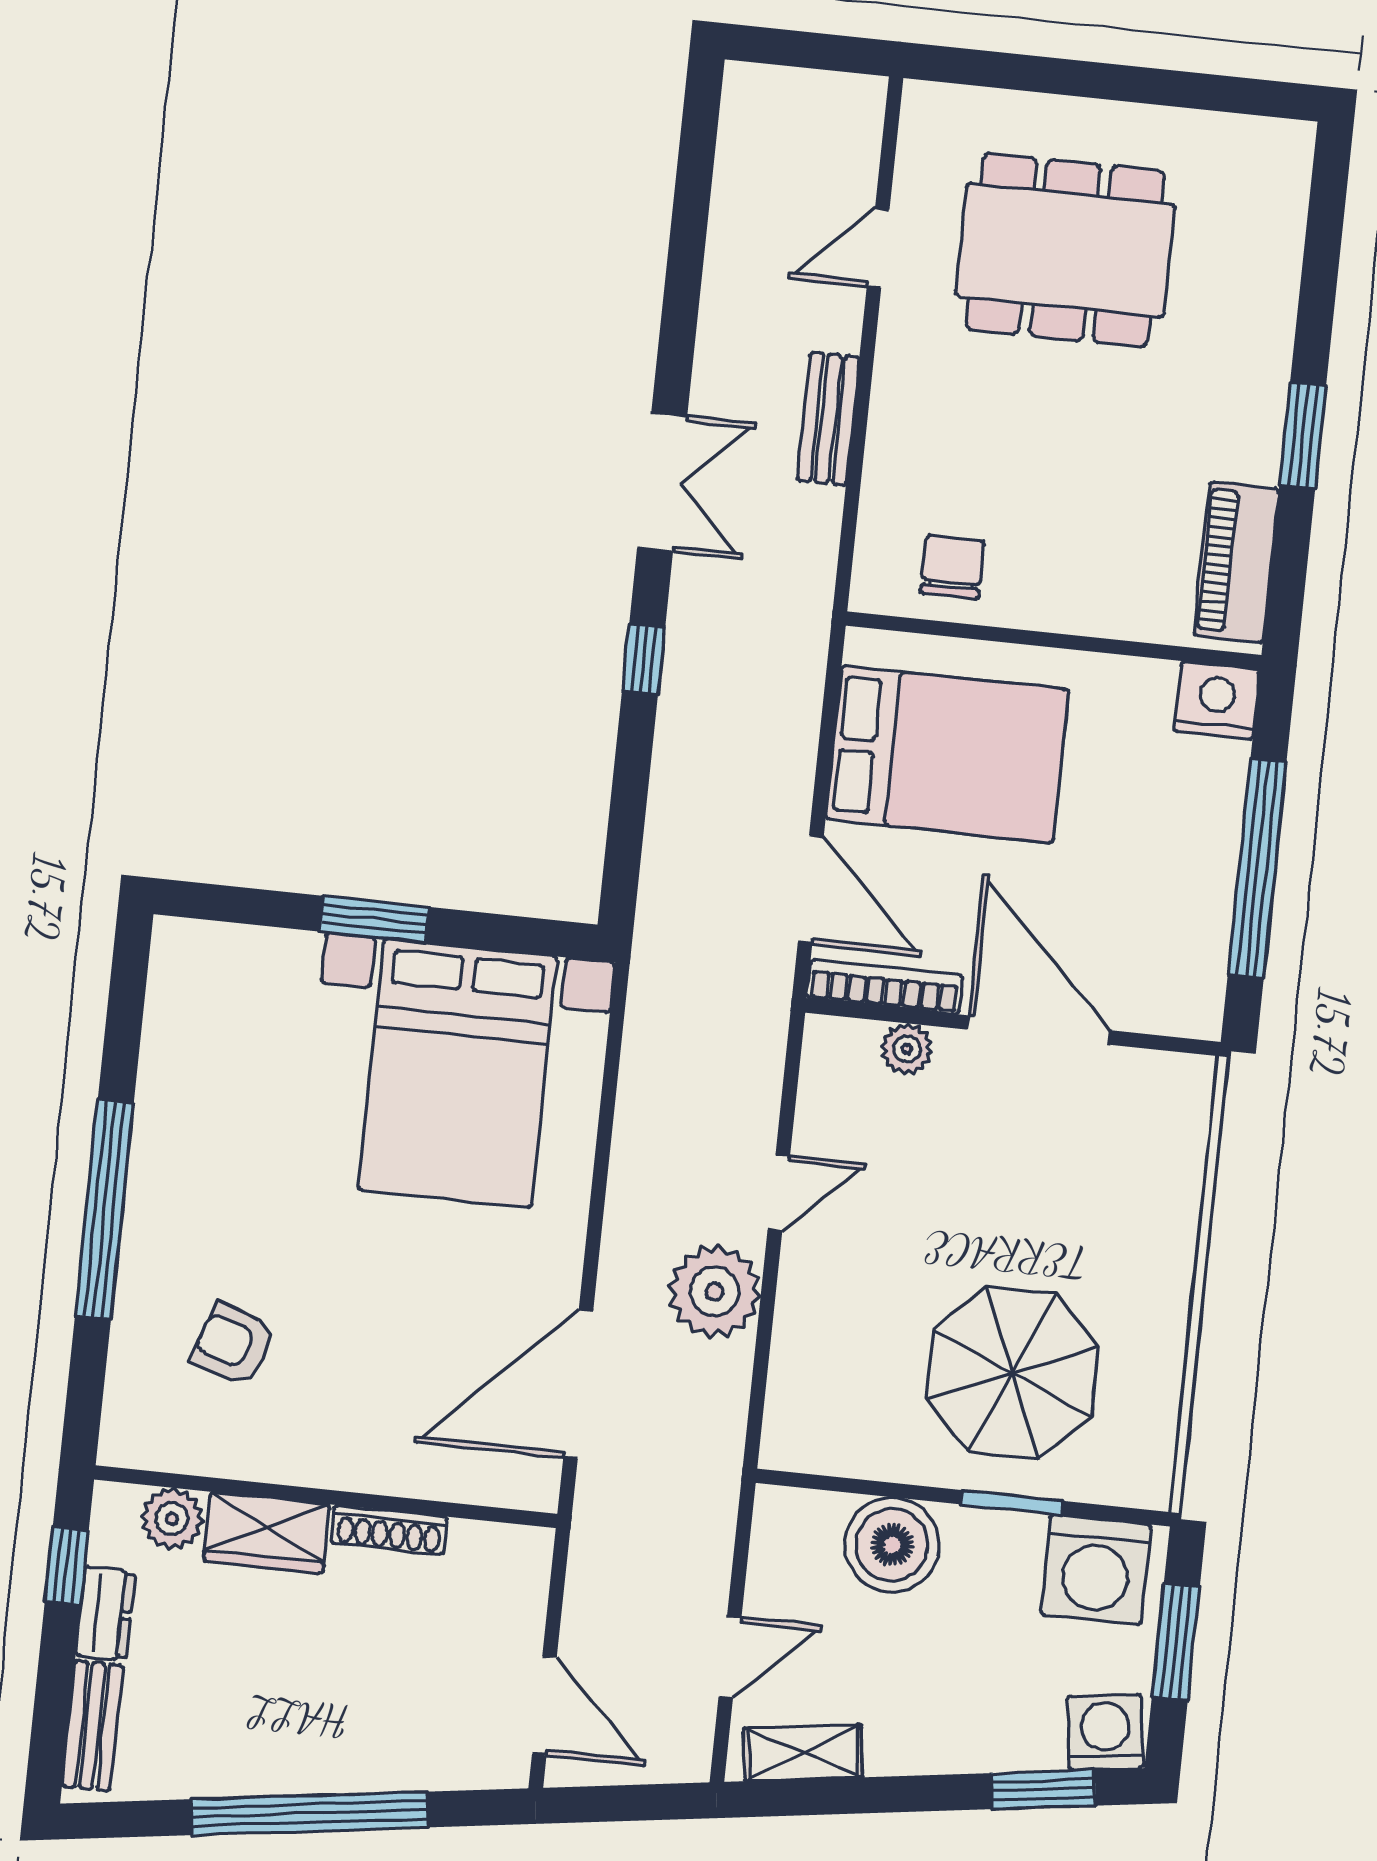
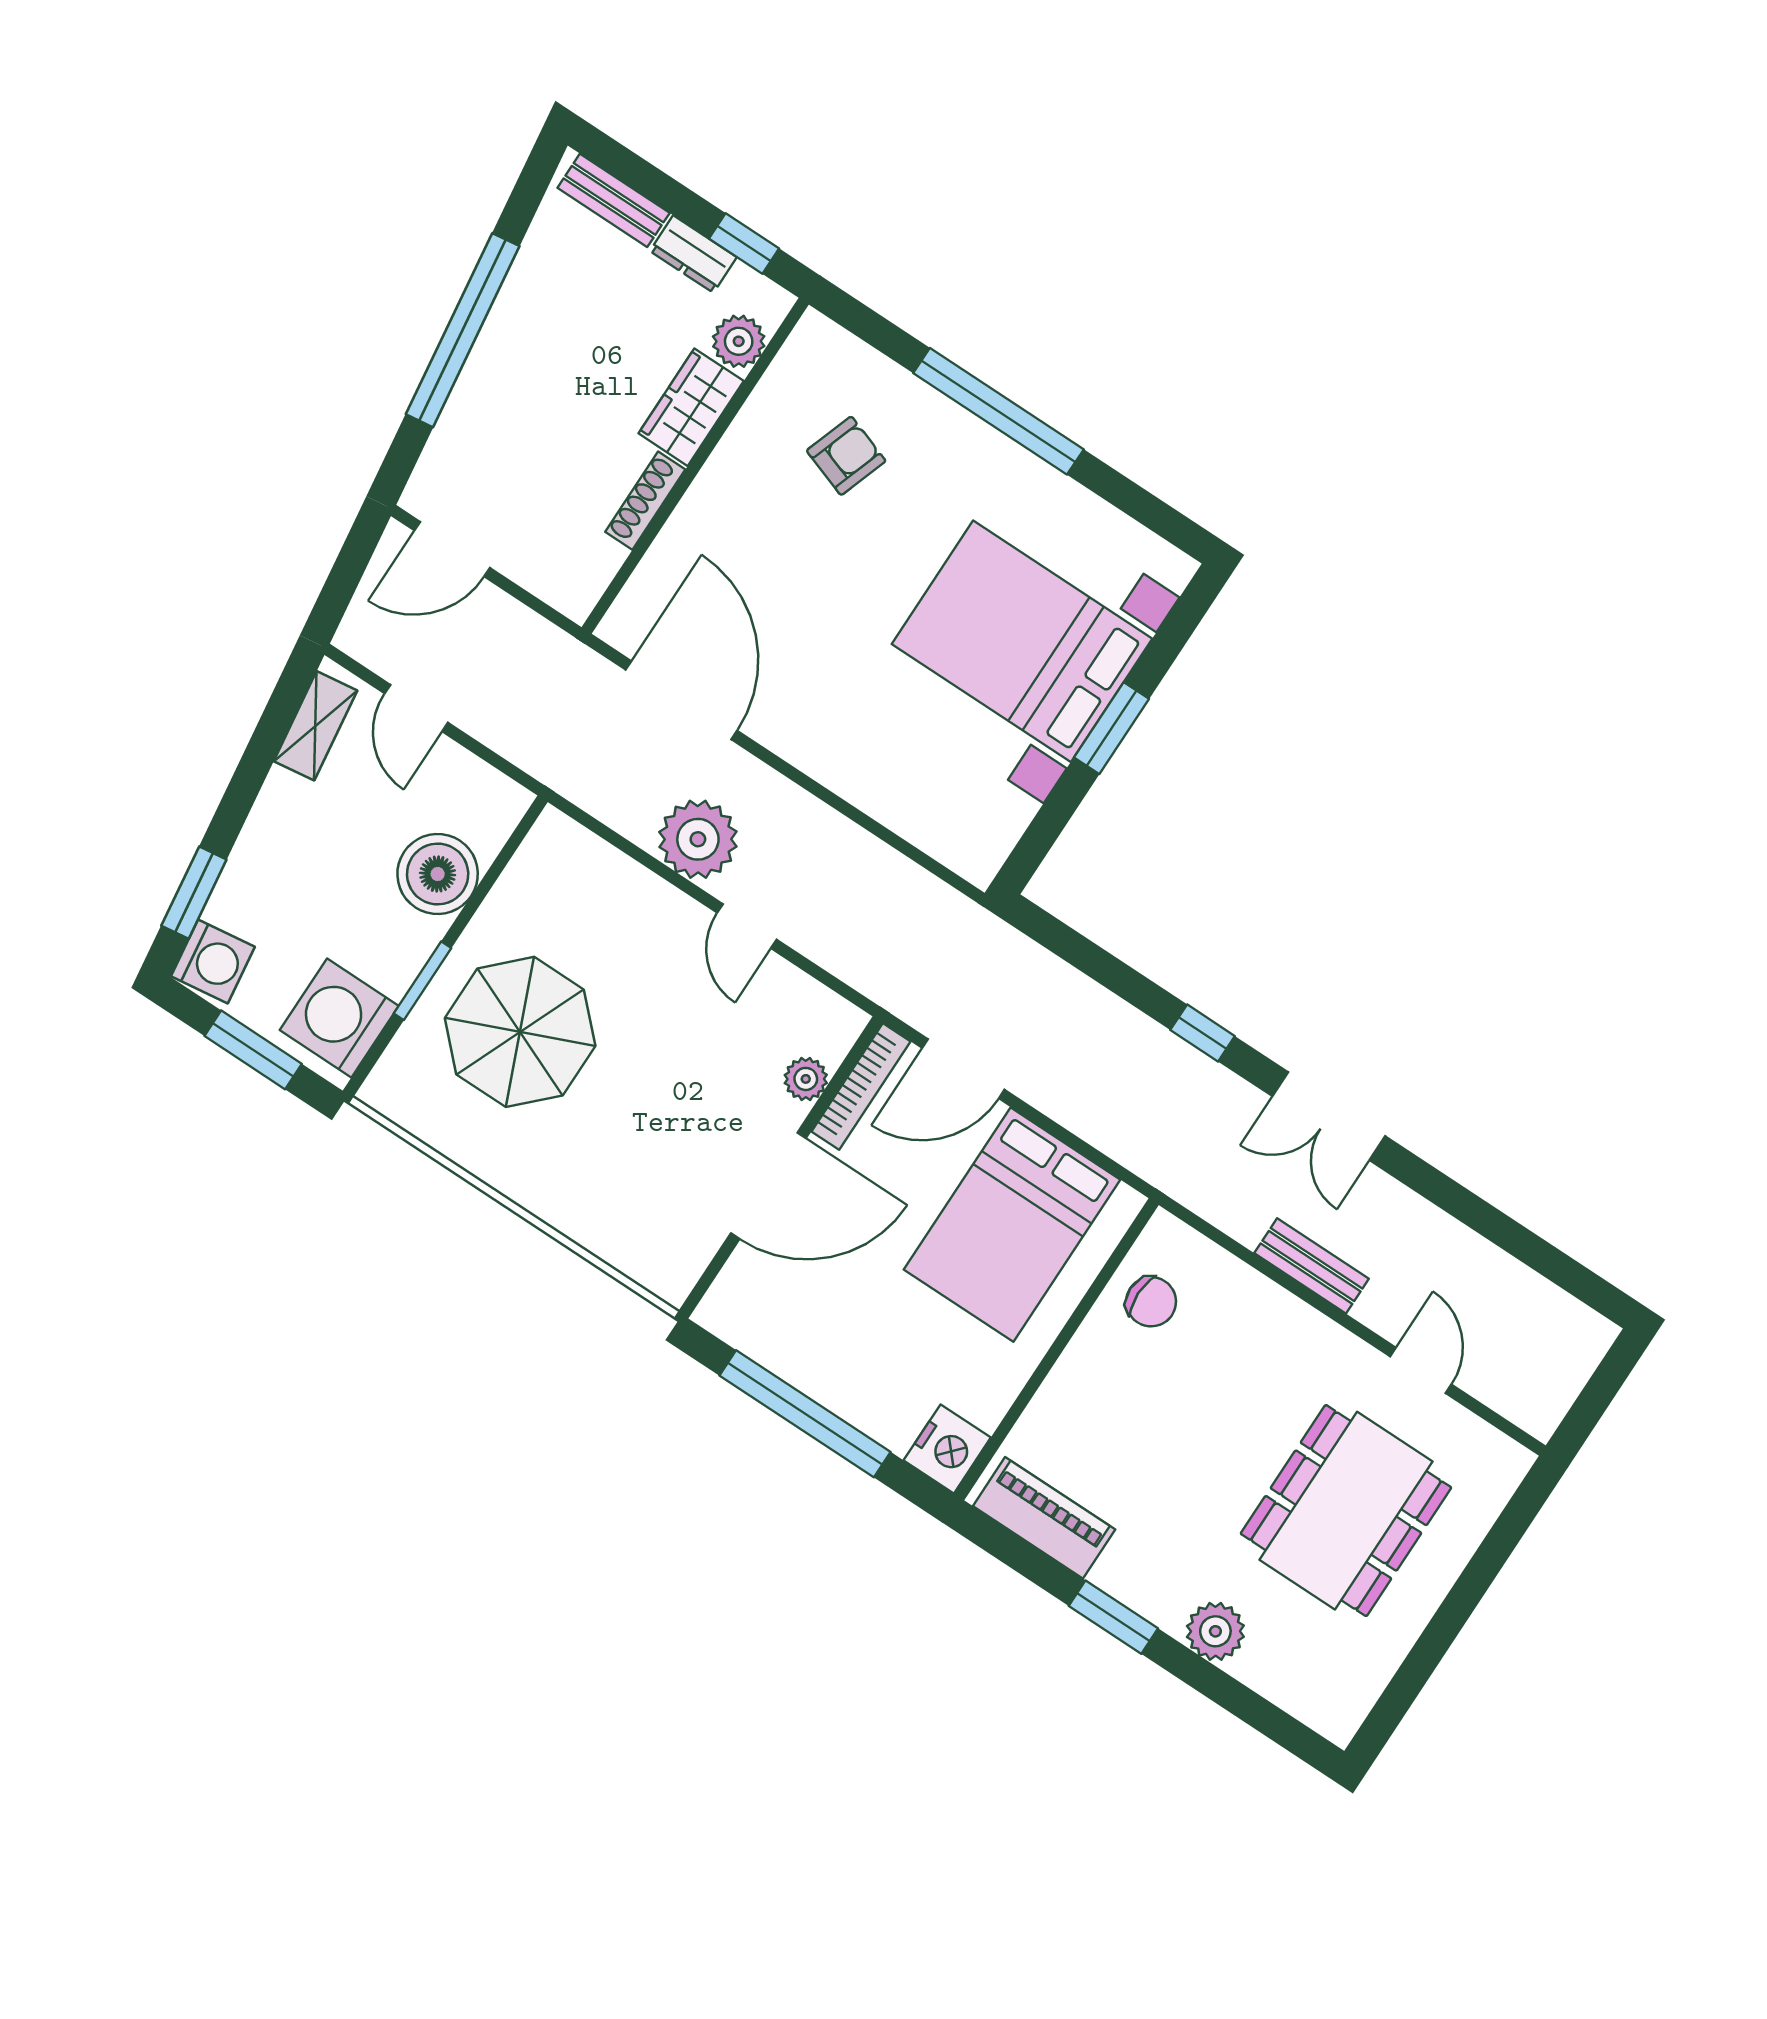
plant: (1262, 321) -> (1215, 1631), added
bed with nightstands: (458, 1073) -> (1022, 641), moved

